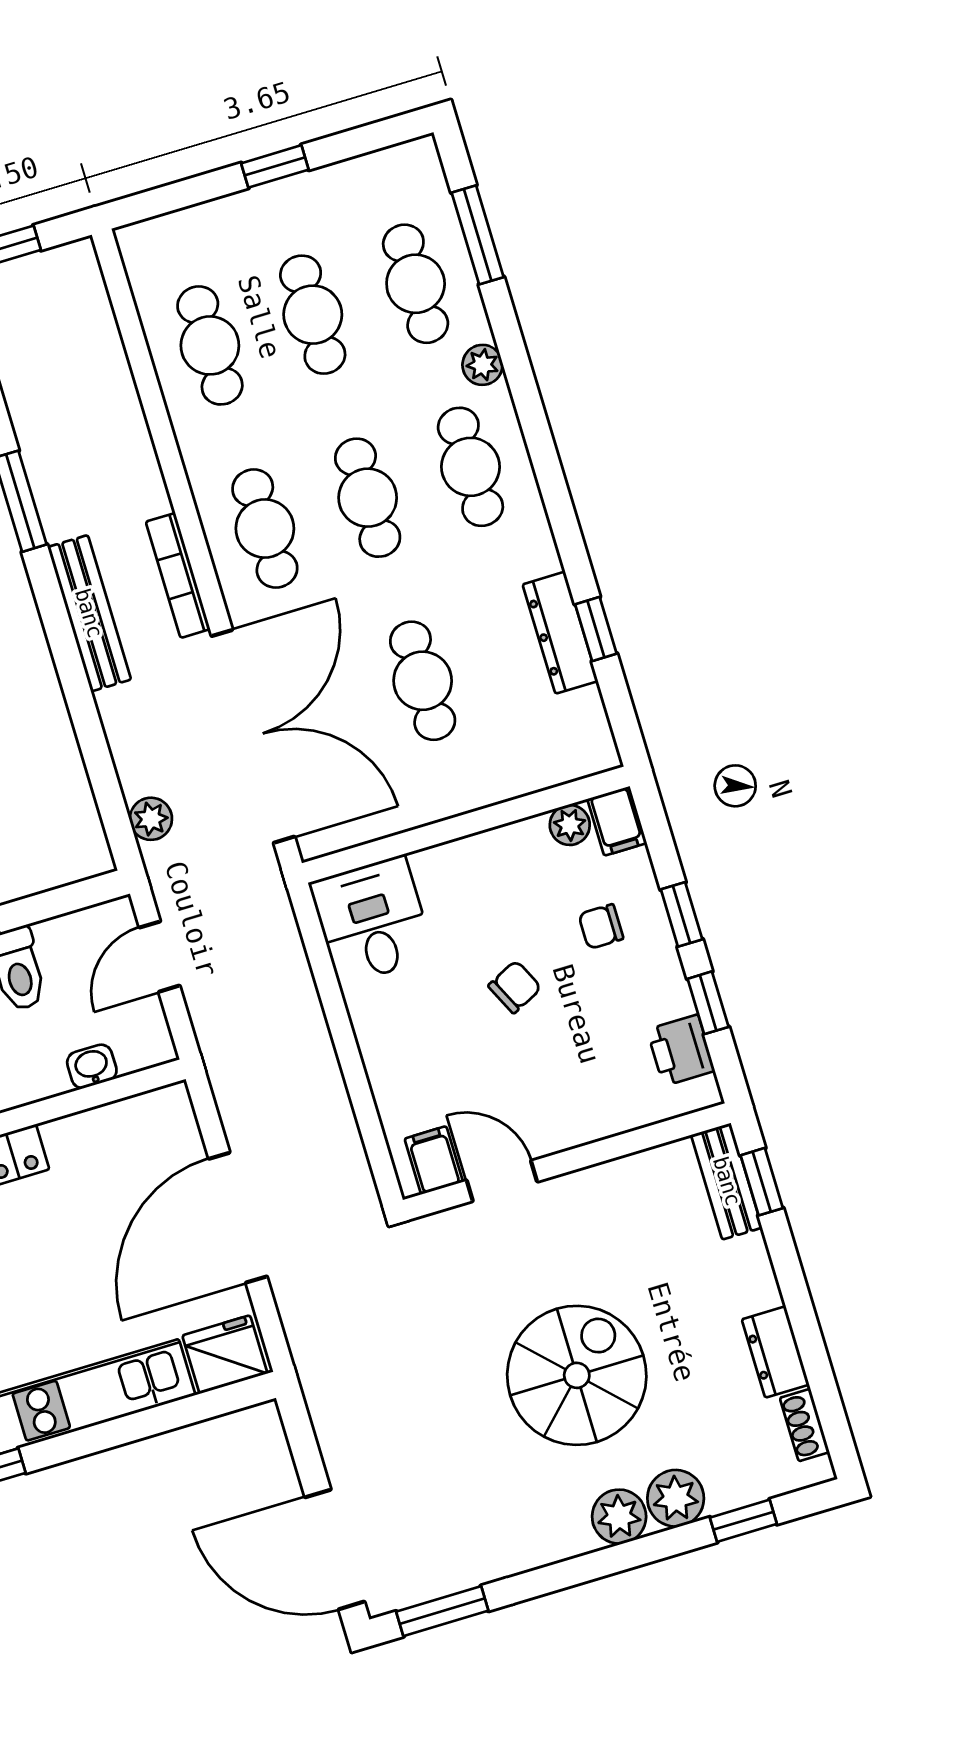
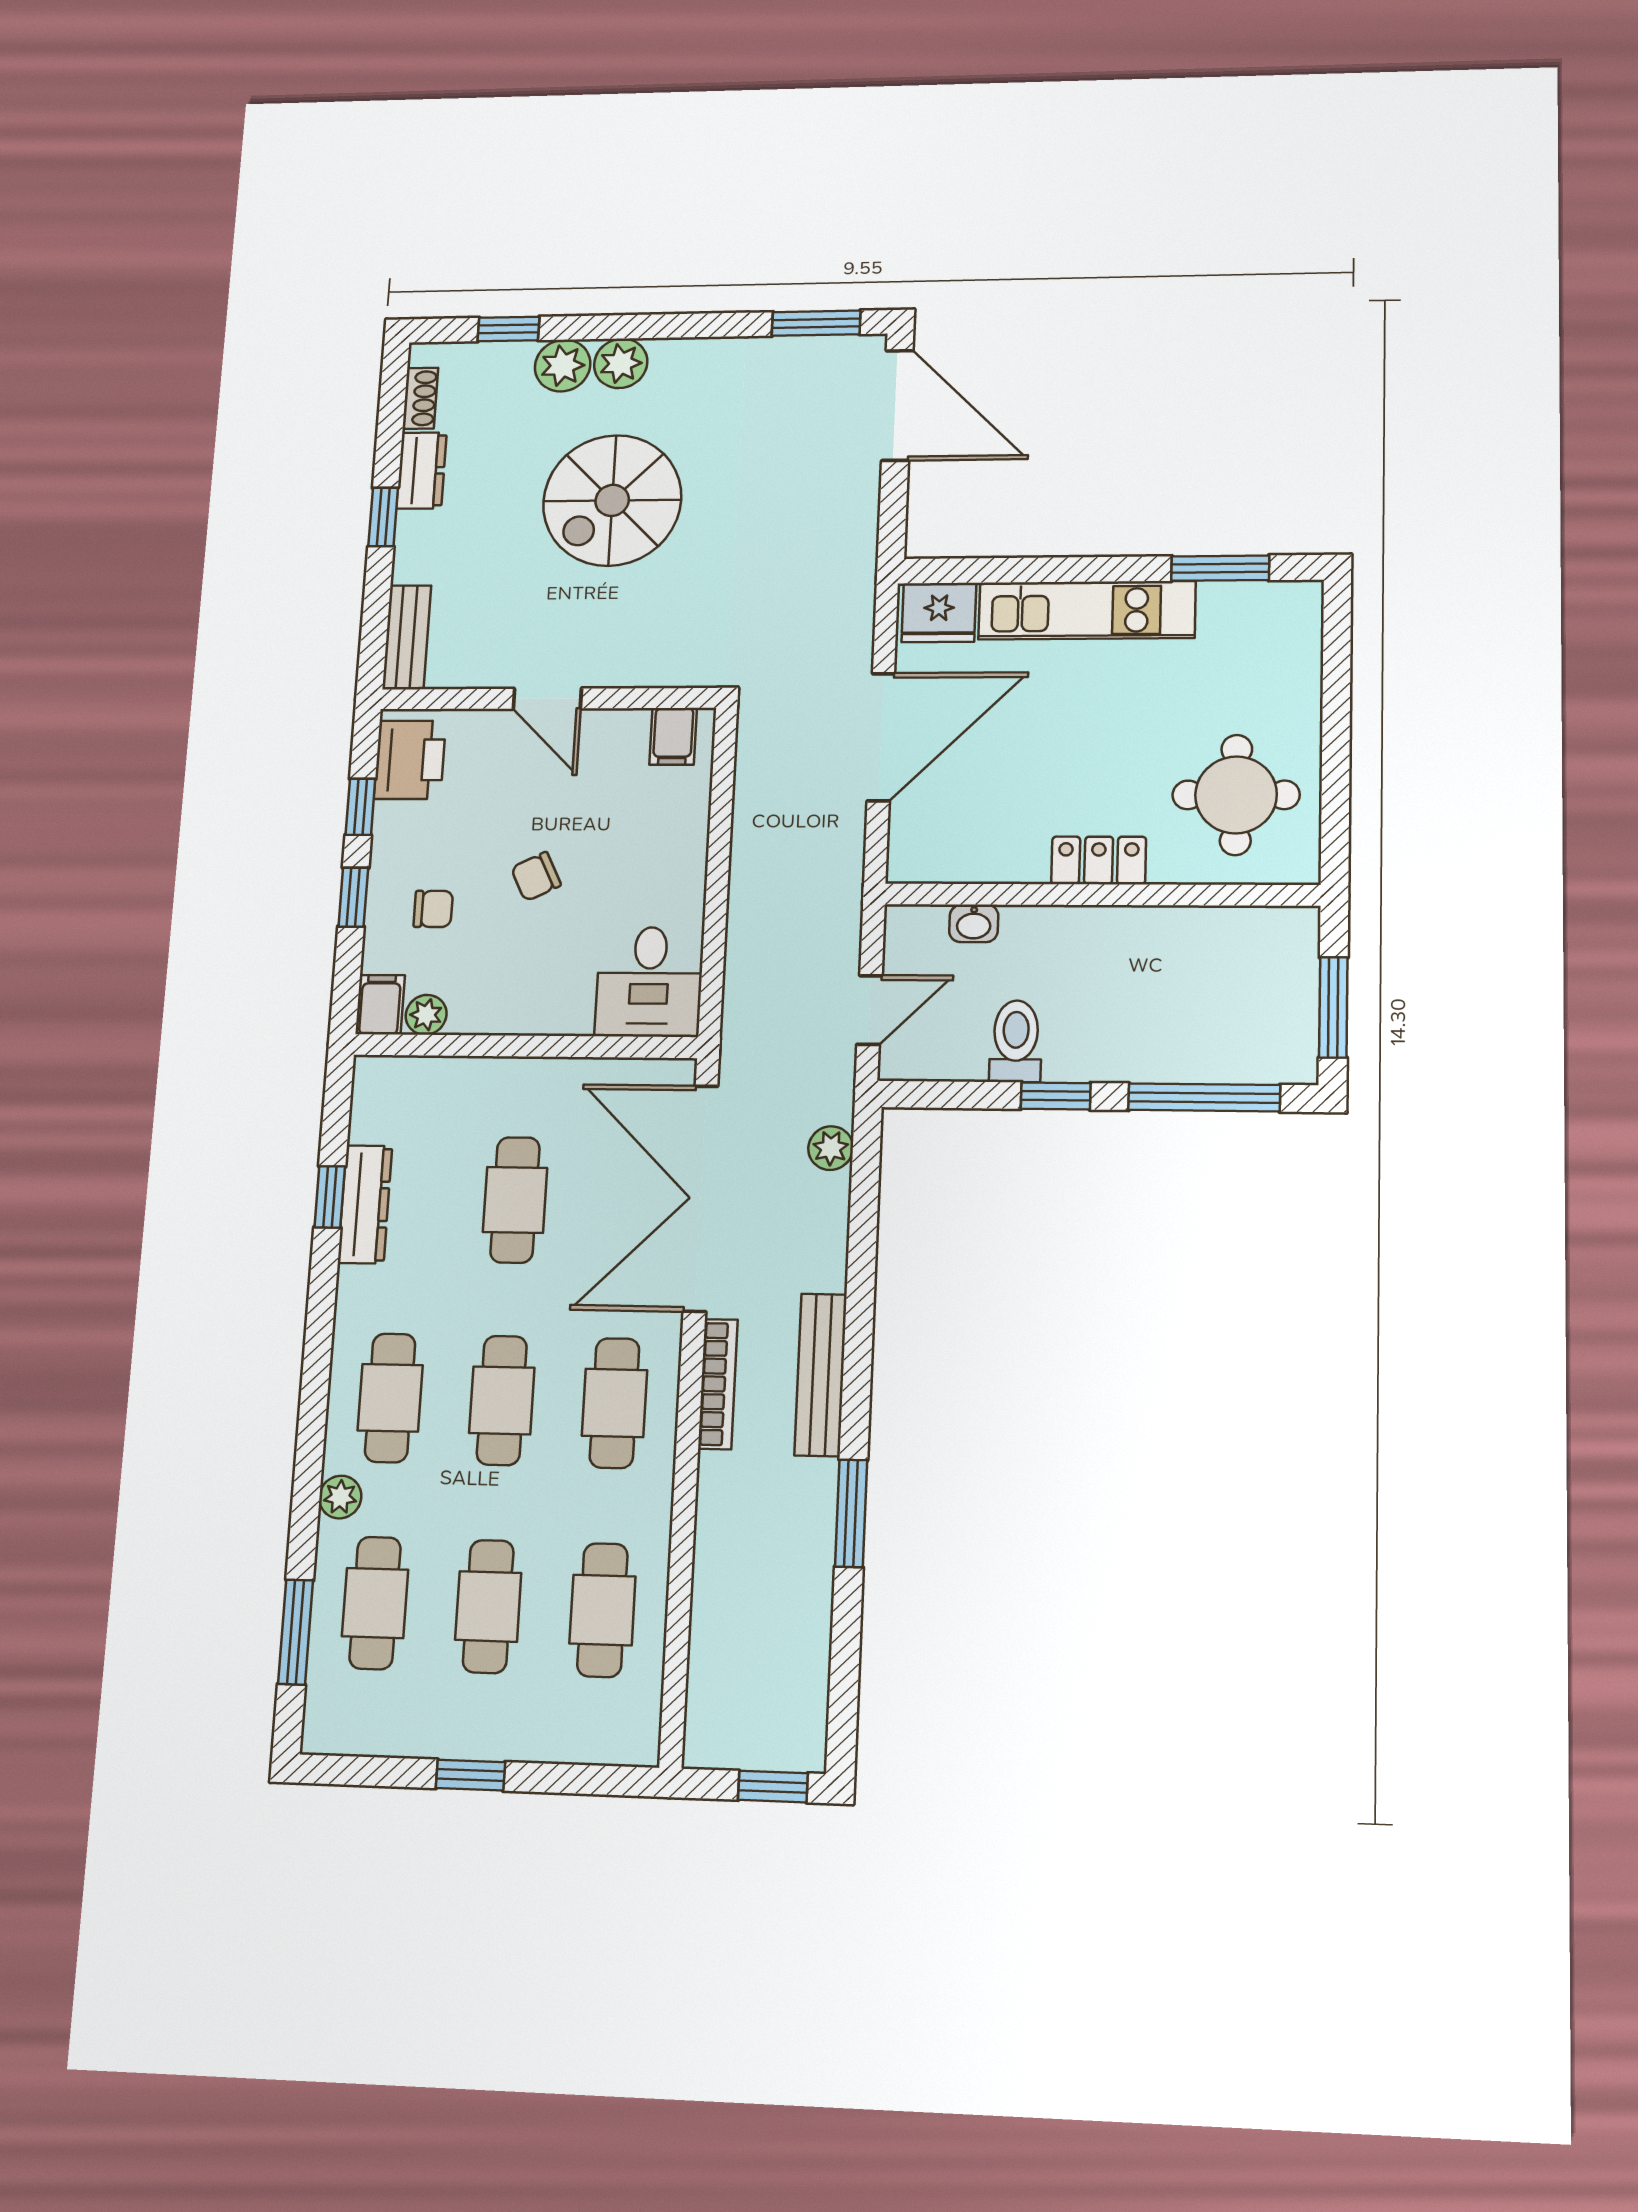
printer: (681, 1050) -> (410, 760), width x1.36, depth x1.24
door: (502, 1181) -> (547, 699), moved
window: (762, 1182) -> (383, 517), moved

